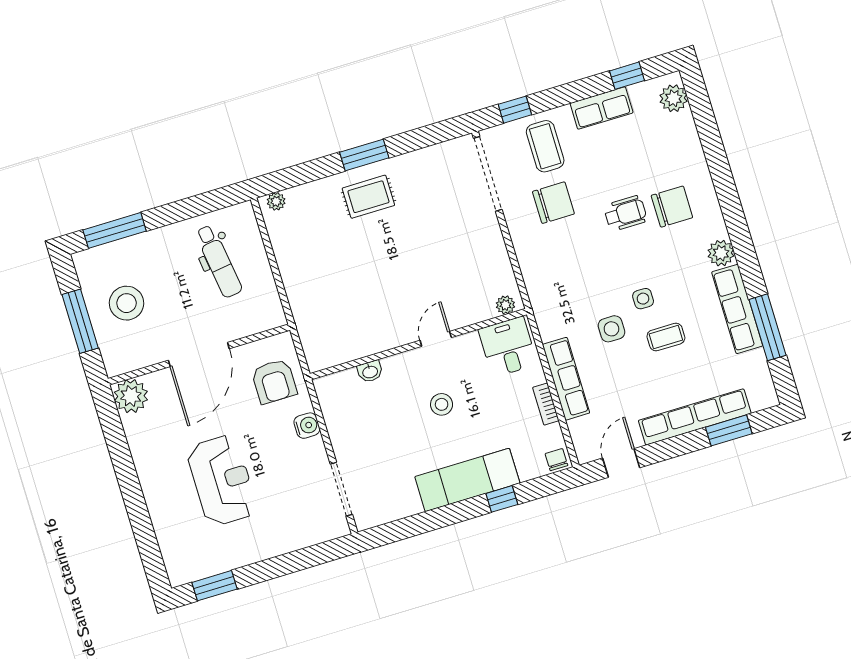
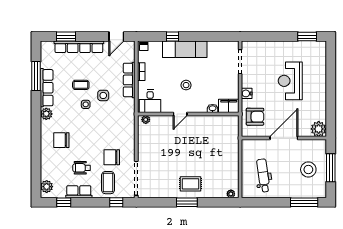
wheelchair: (625, 213) -> (82, 168), moved
armchair: (274, 381) -> (255, 117), turned 90
filing cabinet: (337, 387) -> (229, 106), added

